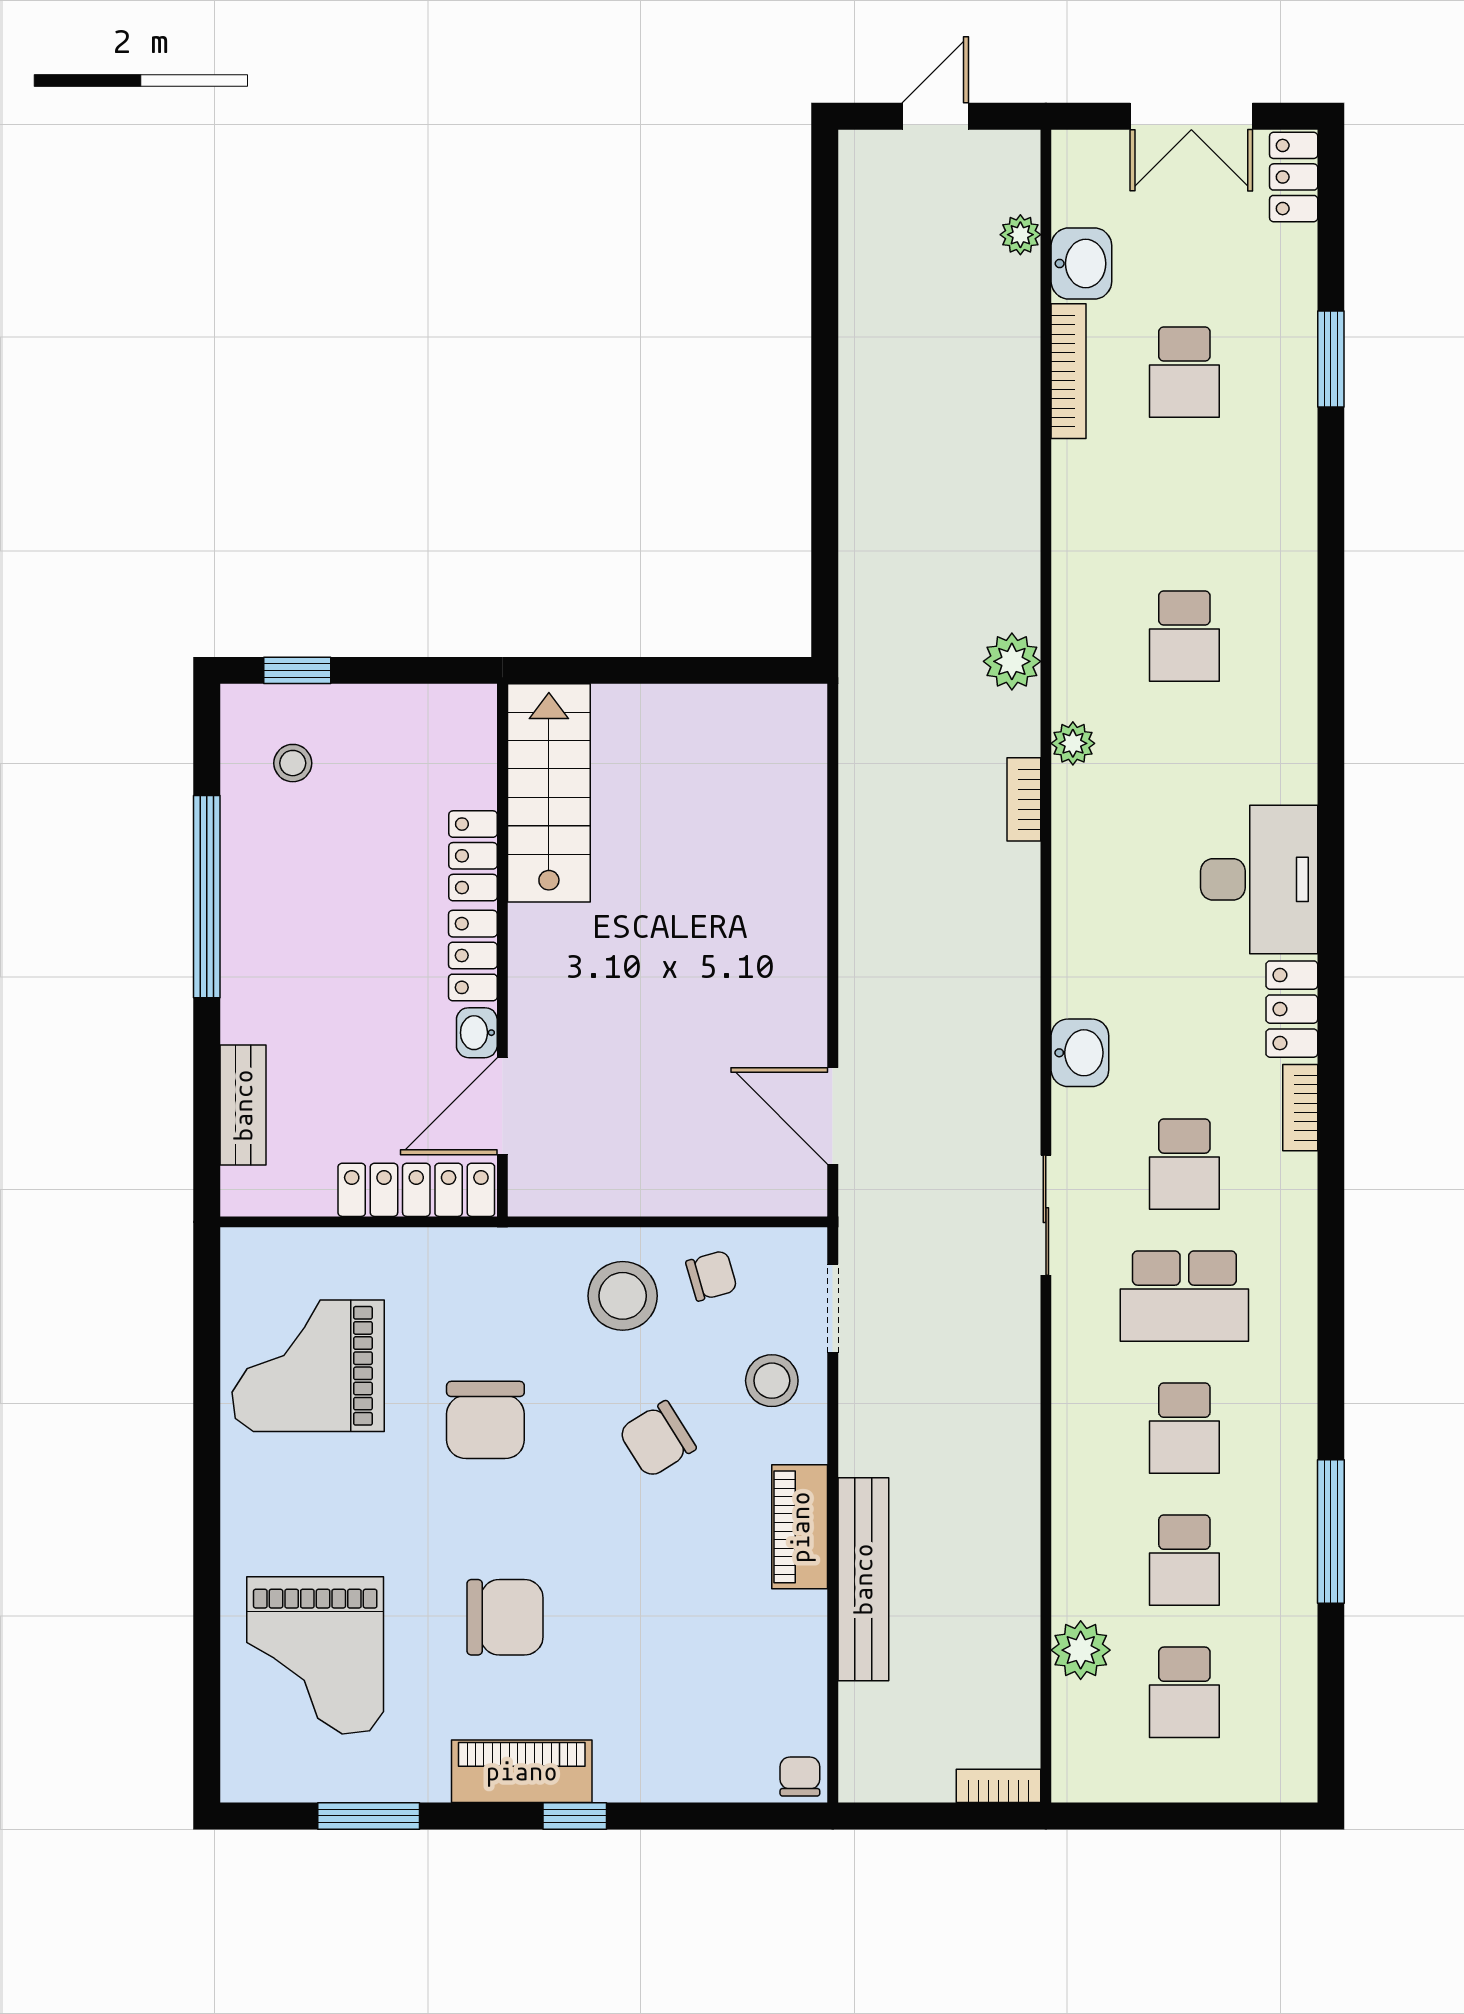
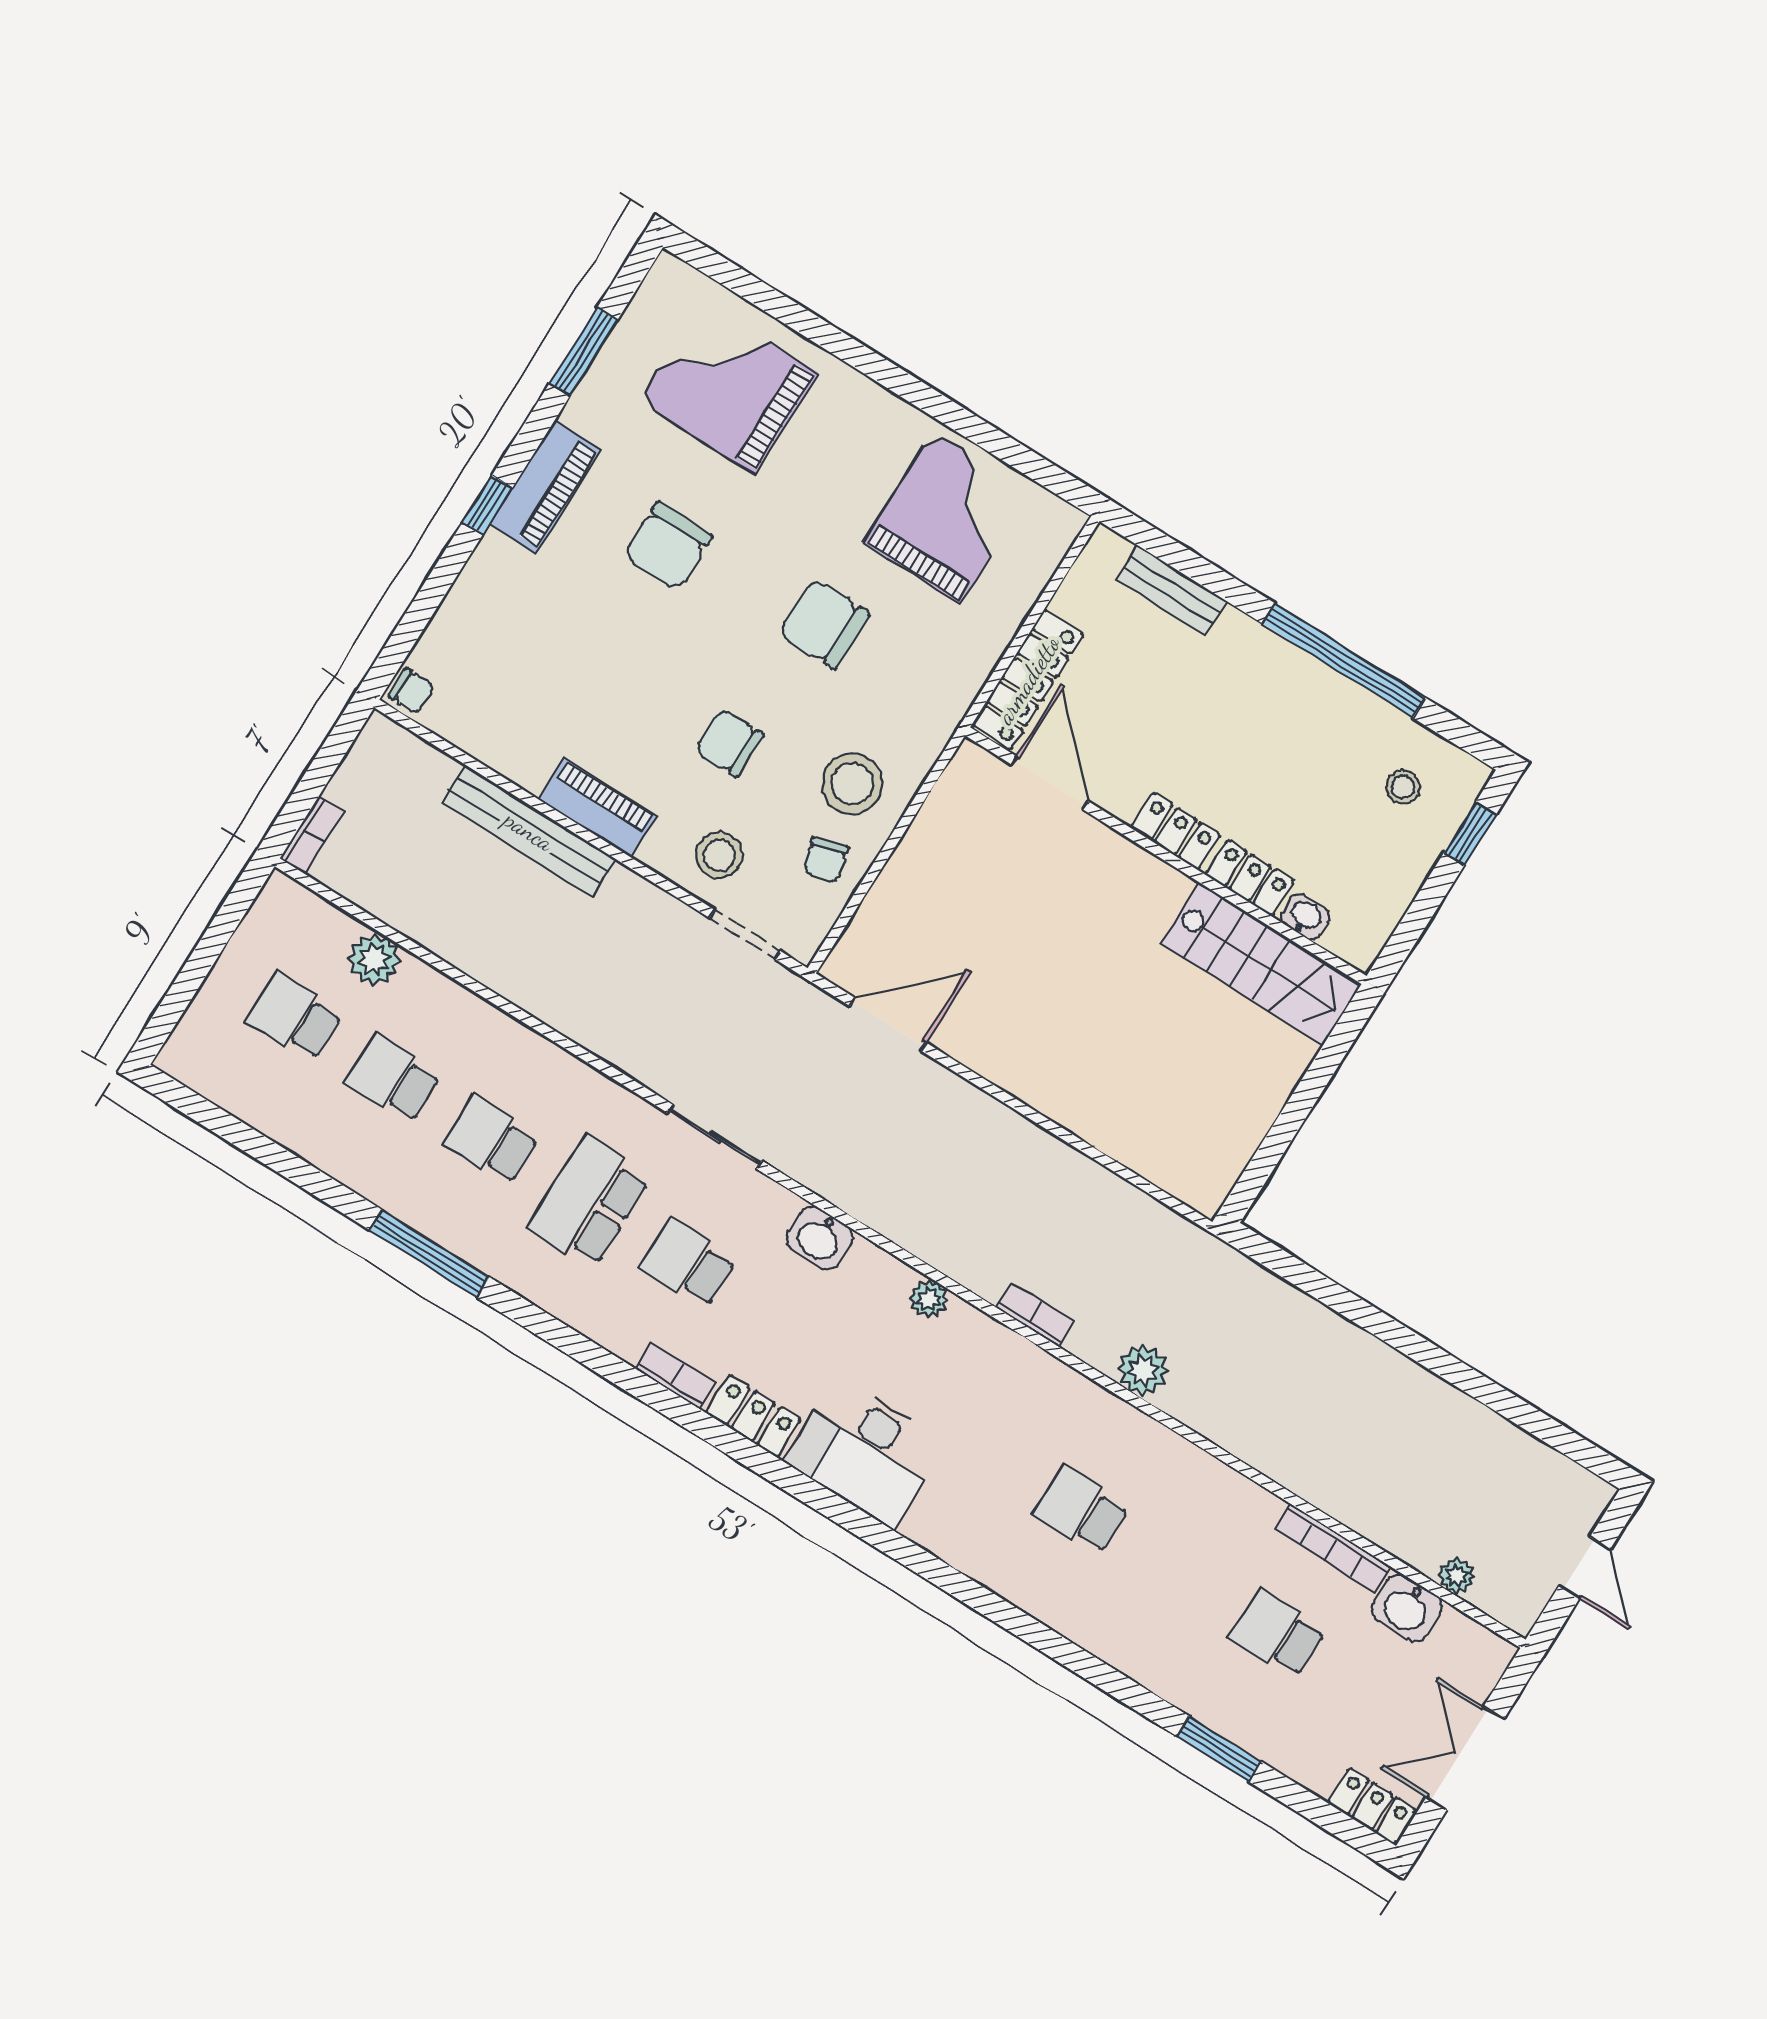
plant: (1073, 743) -> (929, 1299), moved
washbasin: (477, 1033) -> (1305, 917), moved
chair: (657, 1439) -> (729, 743), turned -58
window: (1331, 1531) -> (430, 1254), moved

